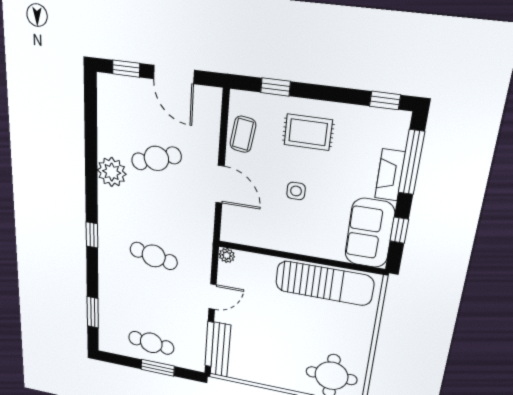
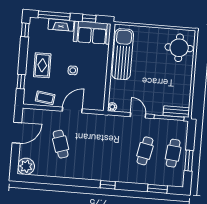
window: (126, 69) -> (15, 158), removed
plant: (112, 172) -> (26, 166), moved
cafe table: (154, 256) -> (145, 151), moved
bench: (220, 350) -> (176, 112), width x0.73
window: (158, 368) -> (189, 161), moved

